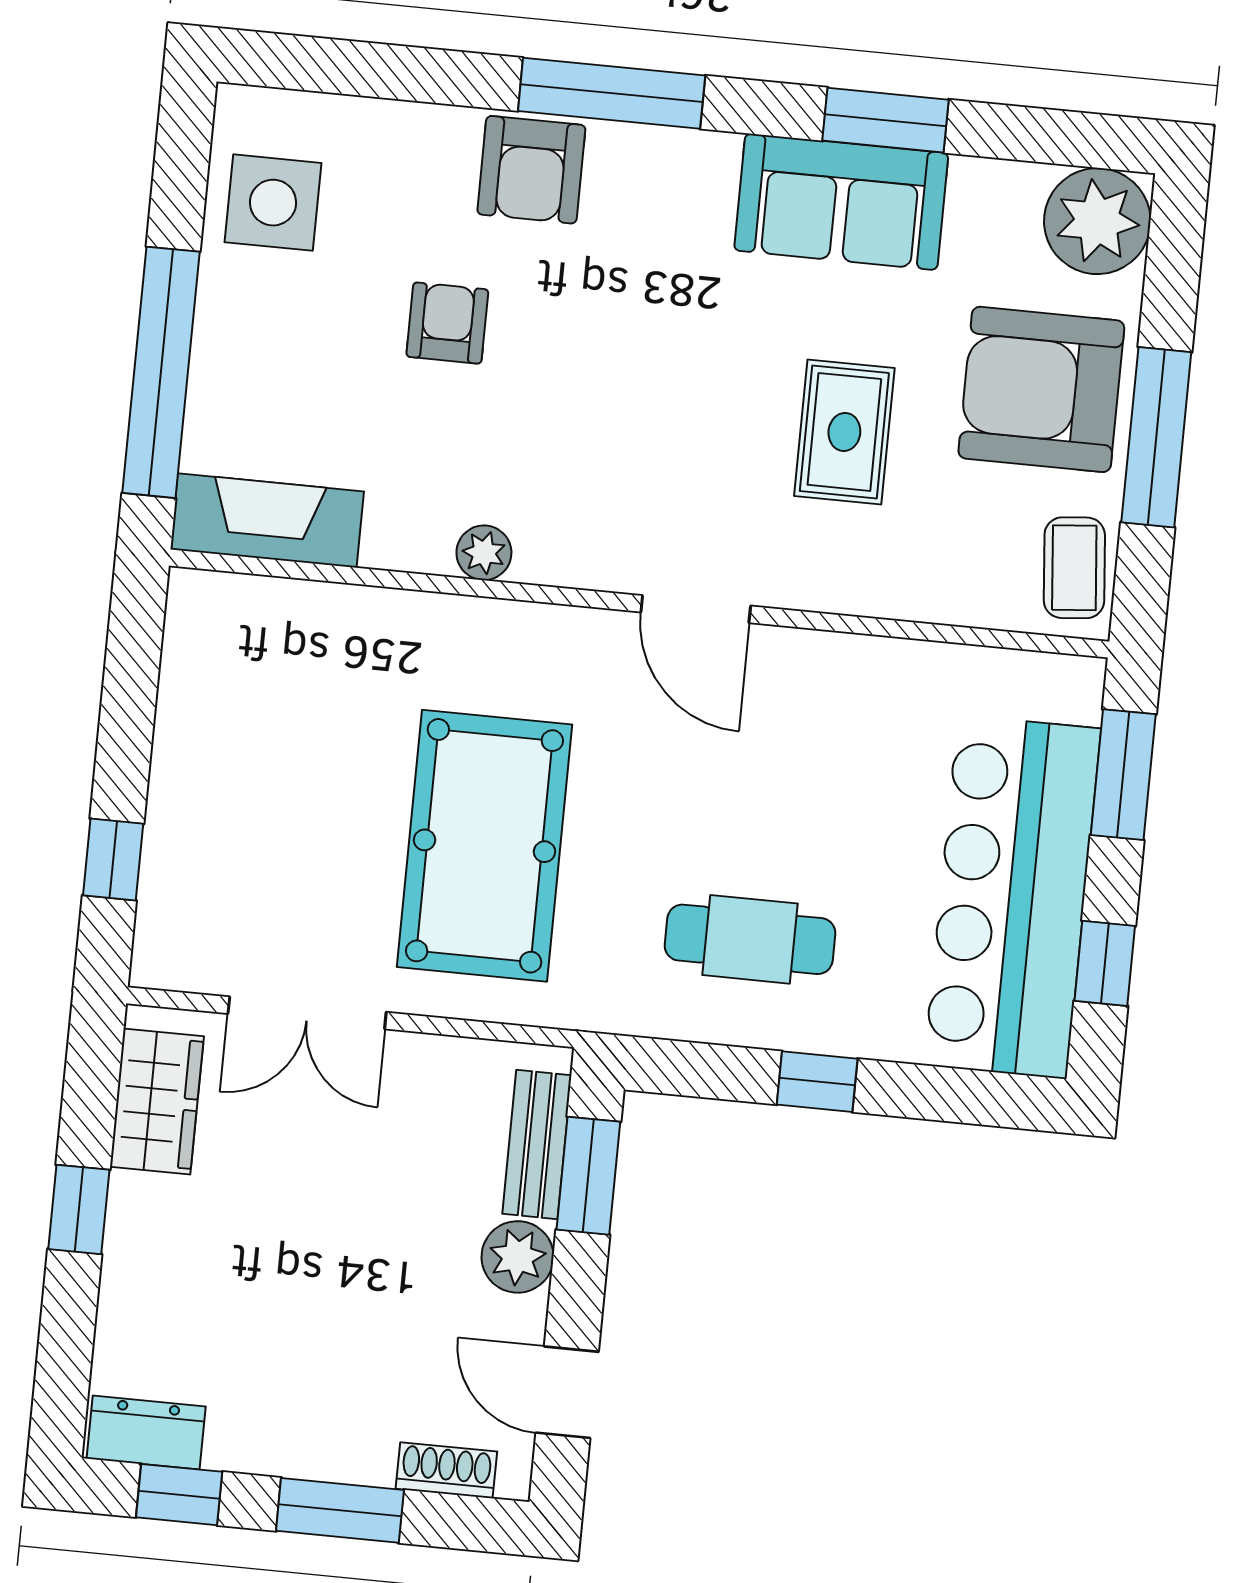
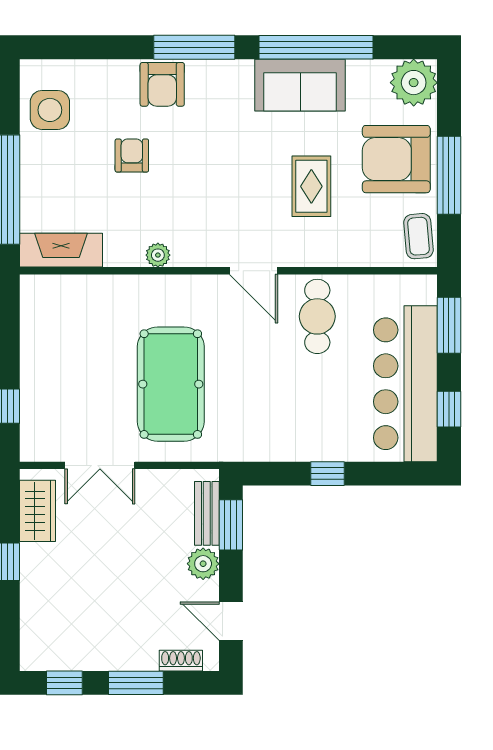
window: (886, 120) -> (316, 47), width x2.11
cafe table: (750, 939) -> (317, 316), moved, turned 90
dresser: (146, 1433) -> (47, 657), removed

